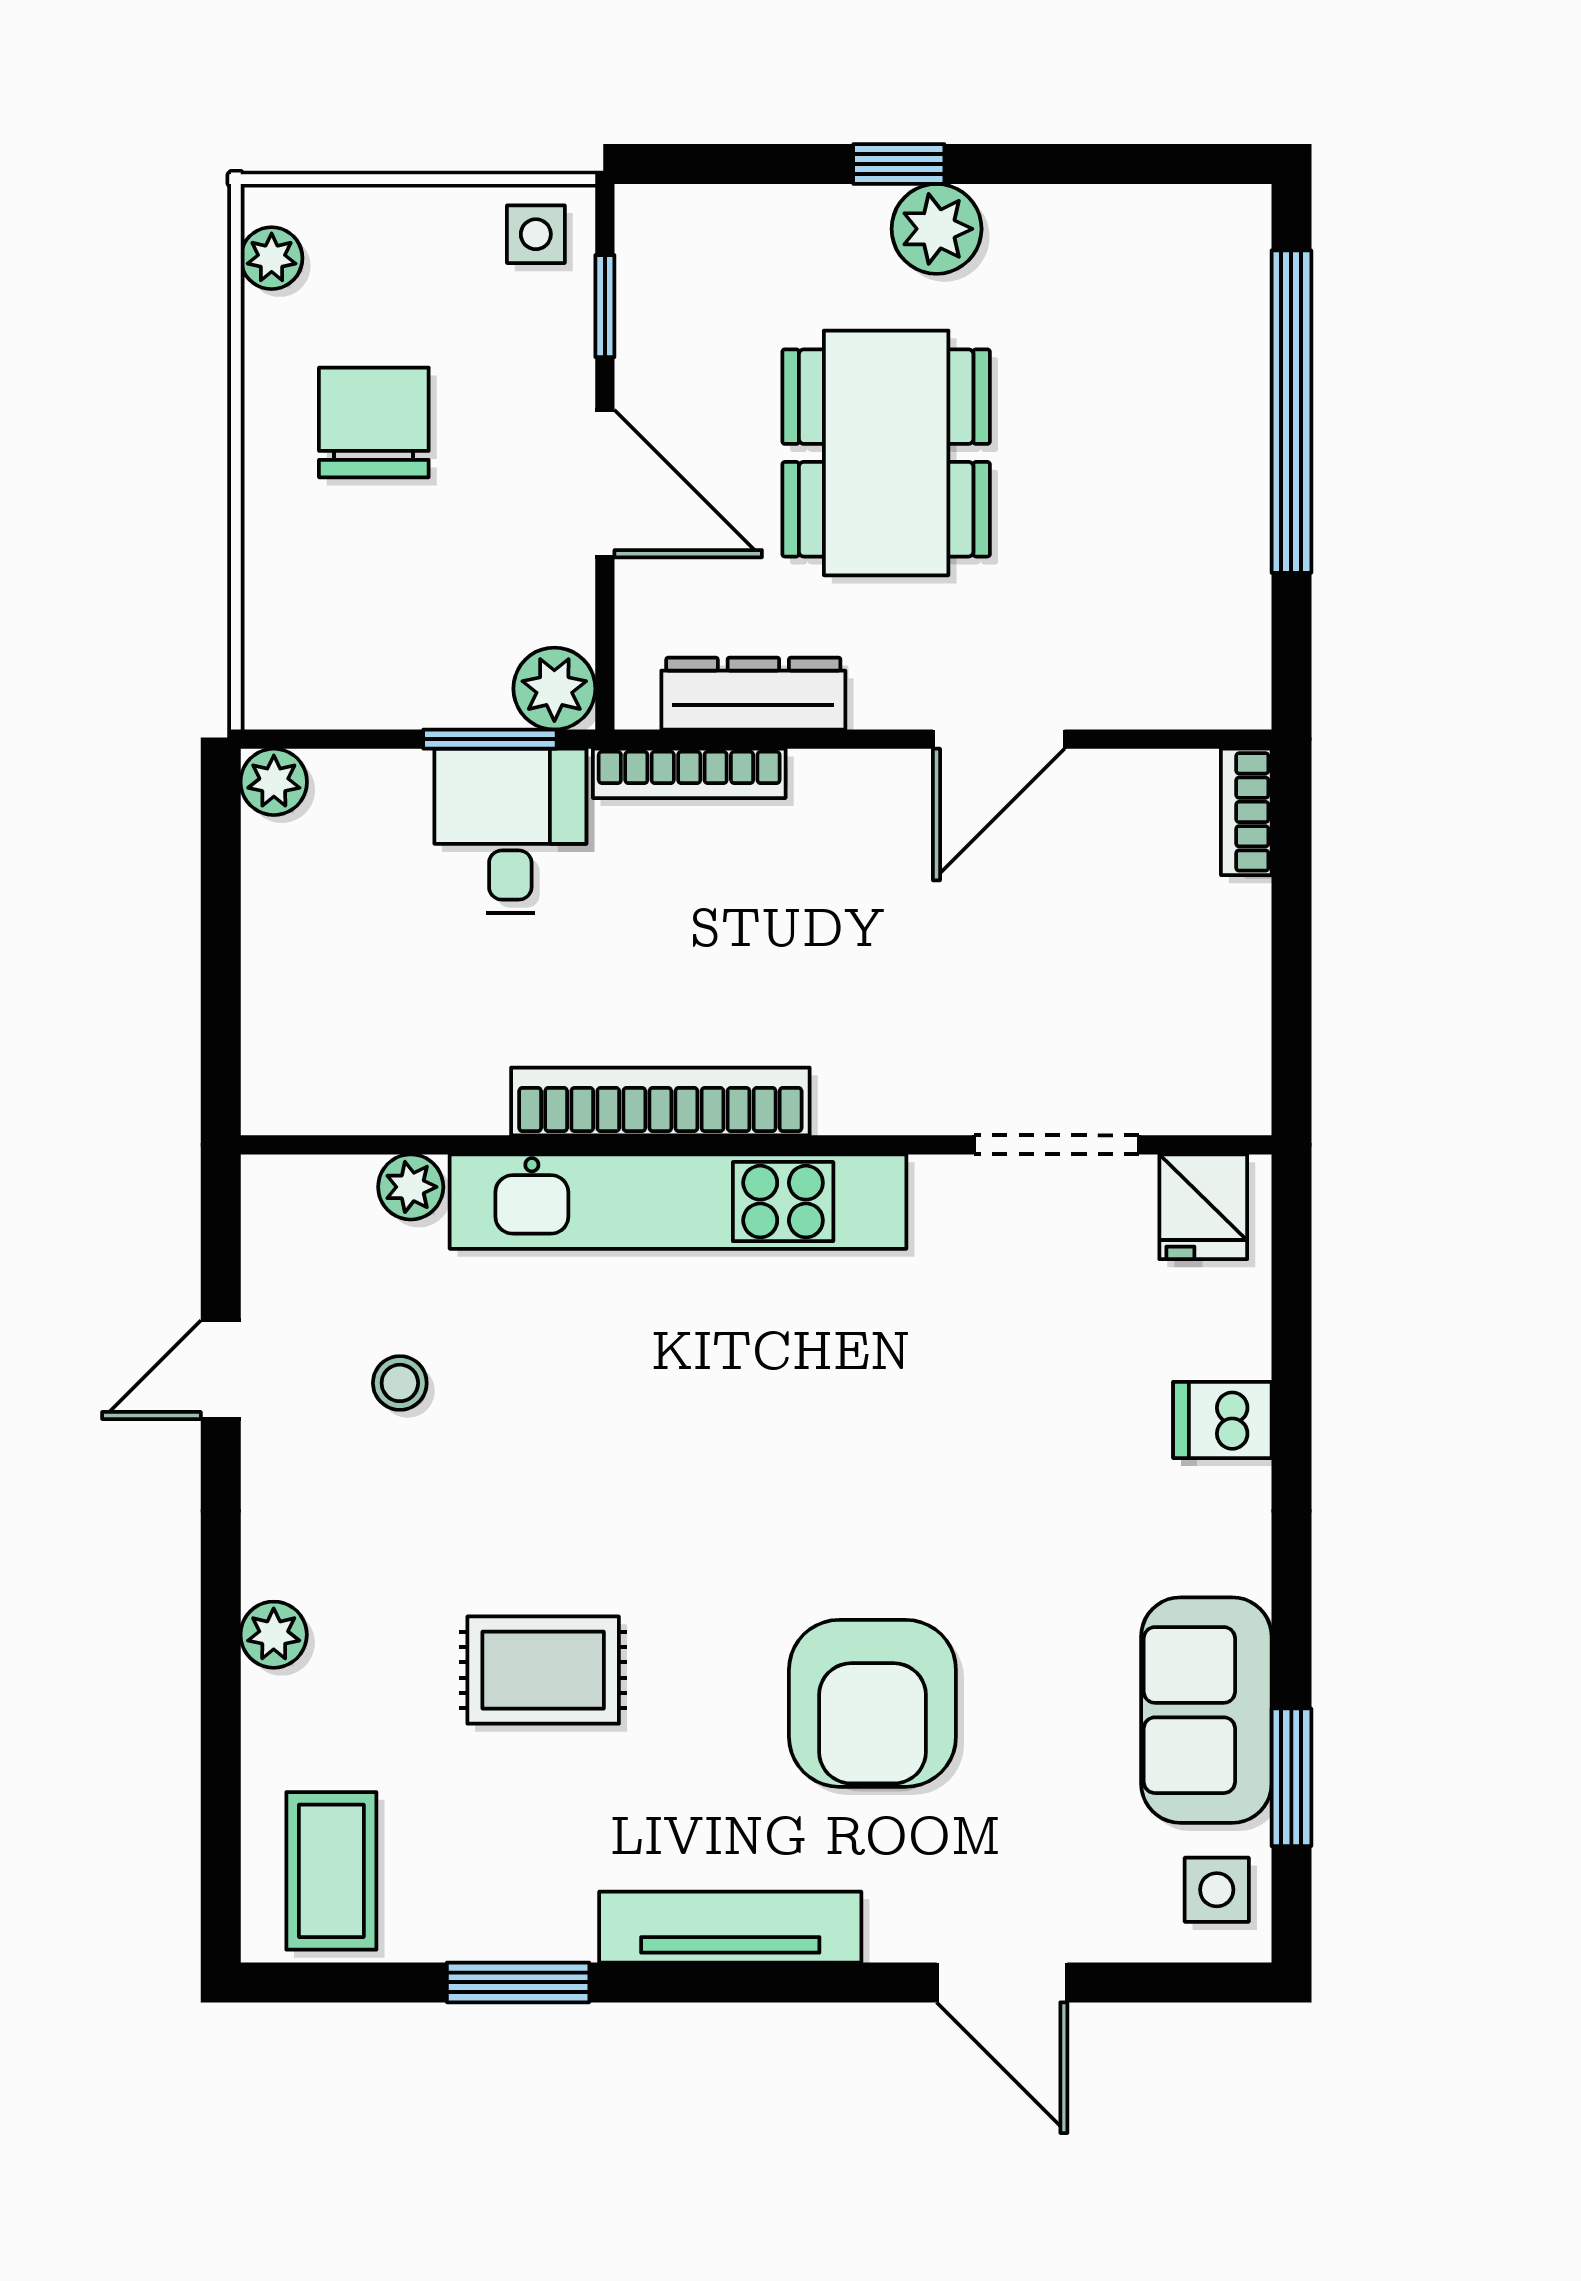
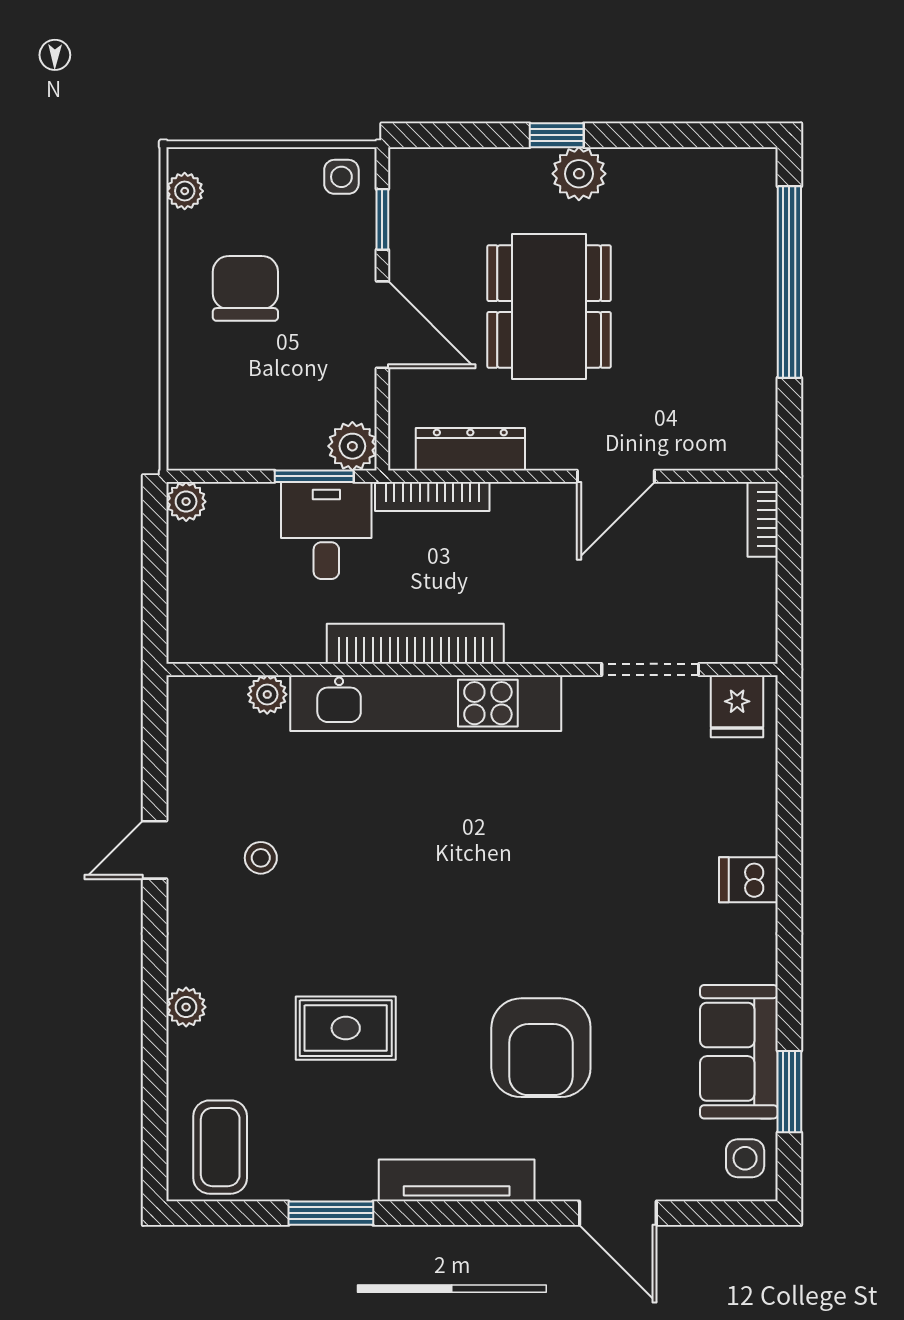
bookcase: (660, 1101) -> (415, 644), moved
wall: (756, 1145) -> (472, 670), moved
doorway: (1057, 1145) -> (650, 670), moved
plant: (411, 1187) -> (267, 694), moved
kitchen unit: (678, 1202) -> (426, 703), moved
fridge: (1203, 1207) -> (737, 706), moved

